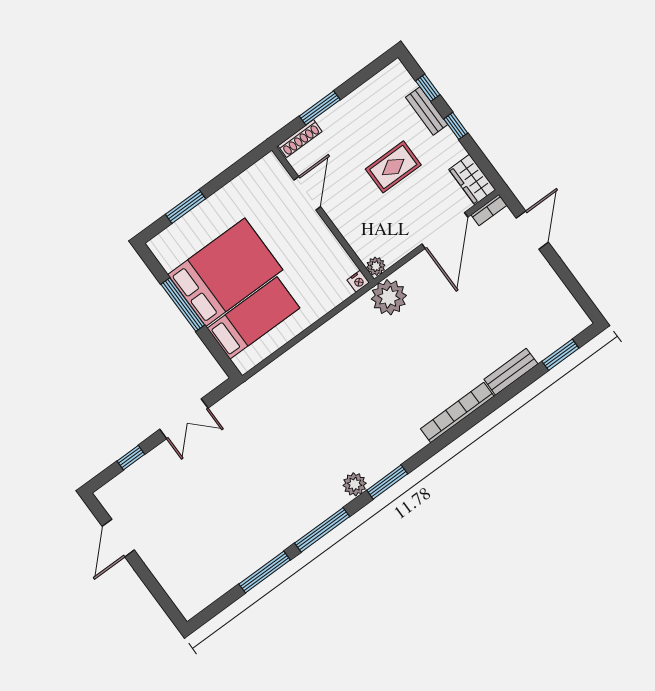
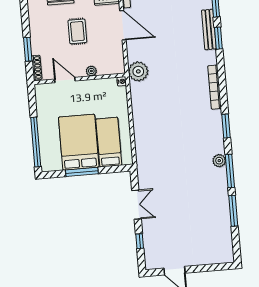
window: (185, 206) -> (36, 142), width x2.11
plant: (376, 266) -> (91, 71), moved
bench: (511, 372) -> (209, 30), width x1.36
window: (514, 389) -> (218, 38), added
bookcase: (457, 412) -> (214, 87), moved
plant: (355, 484) -> (219, 161), moved

